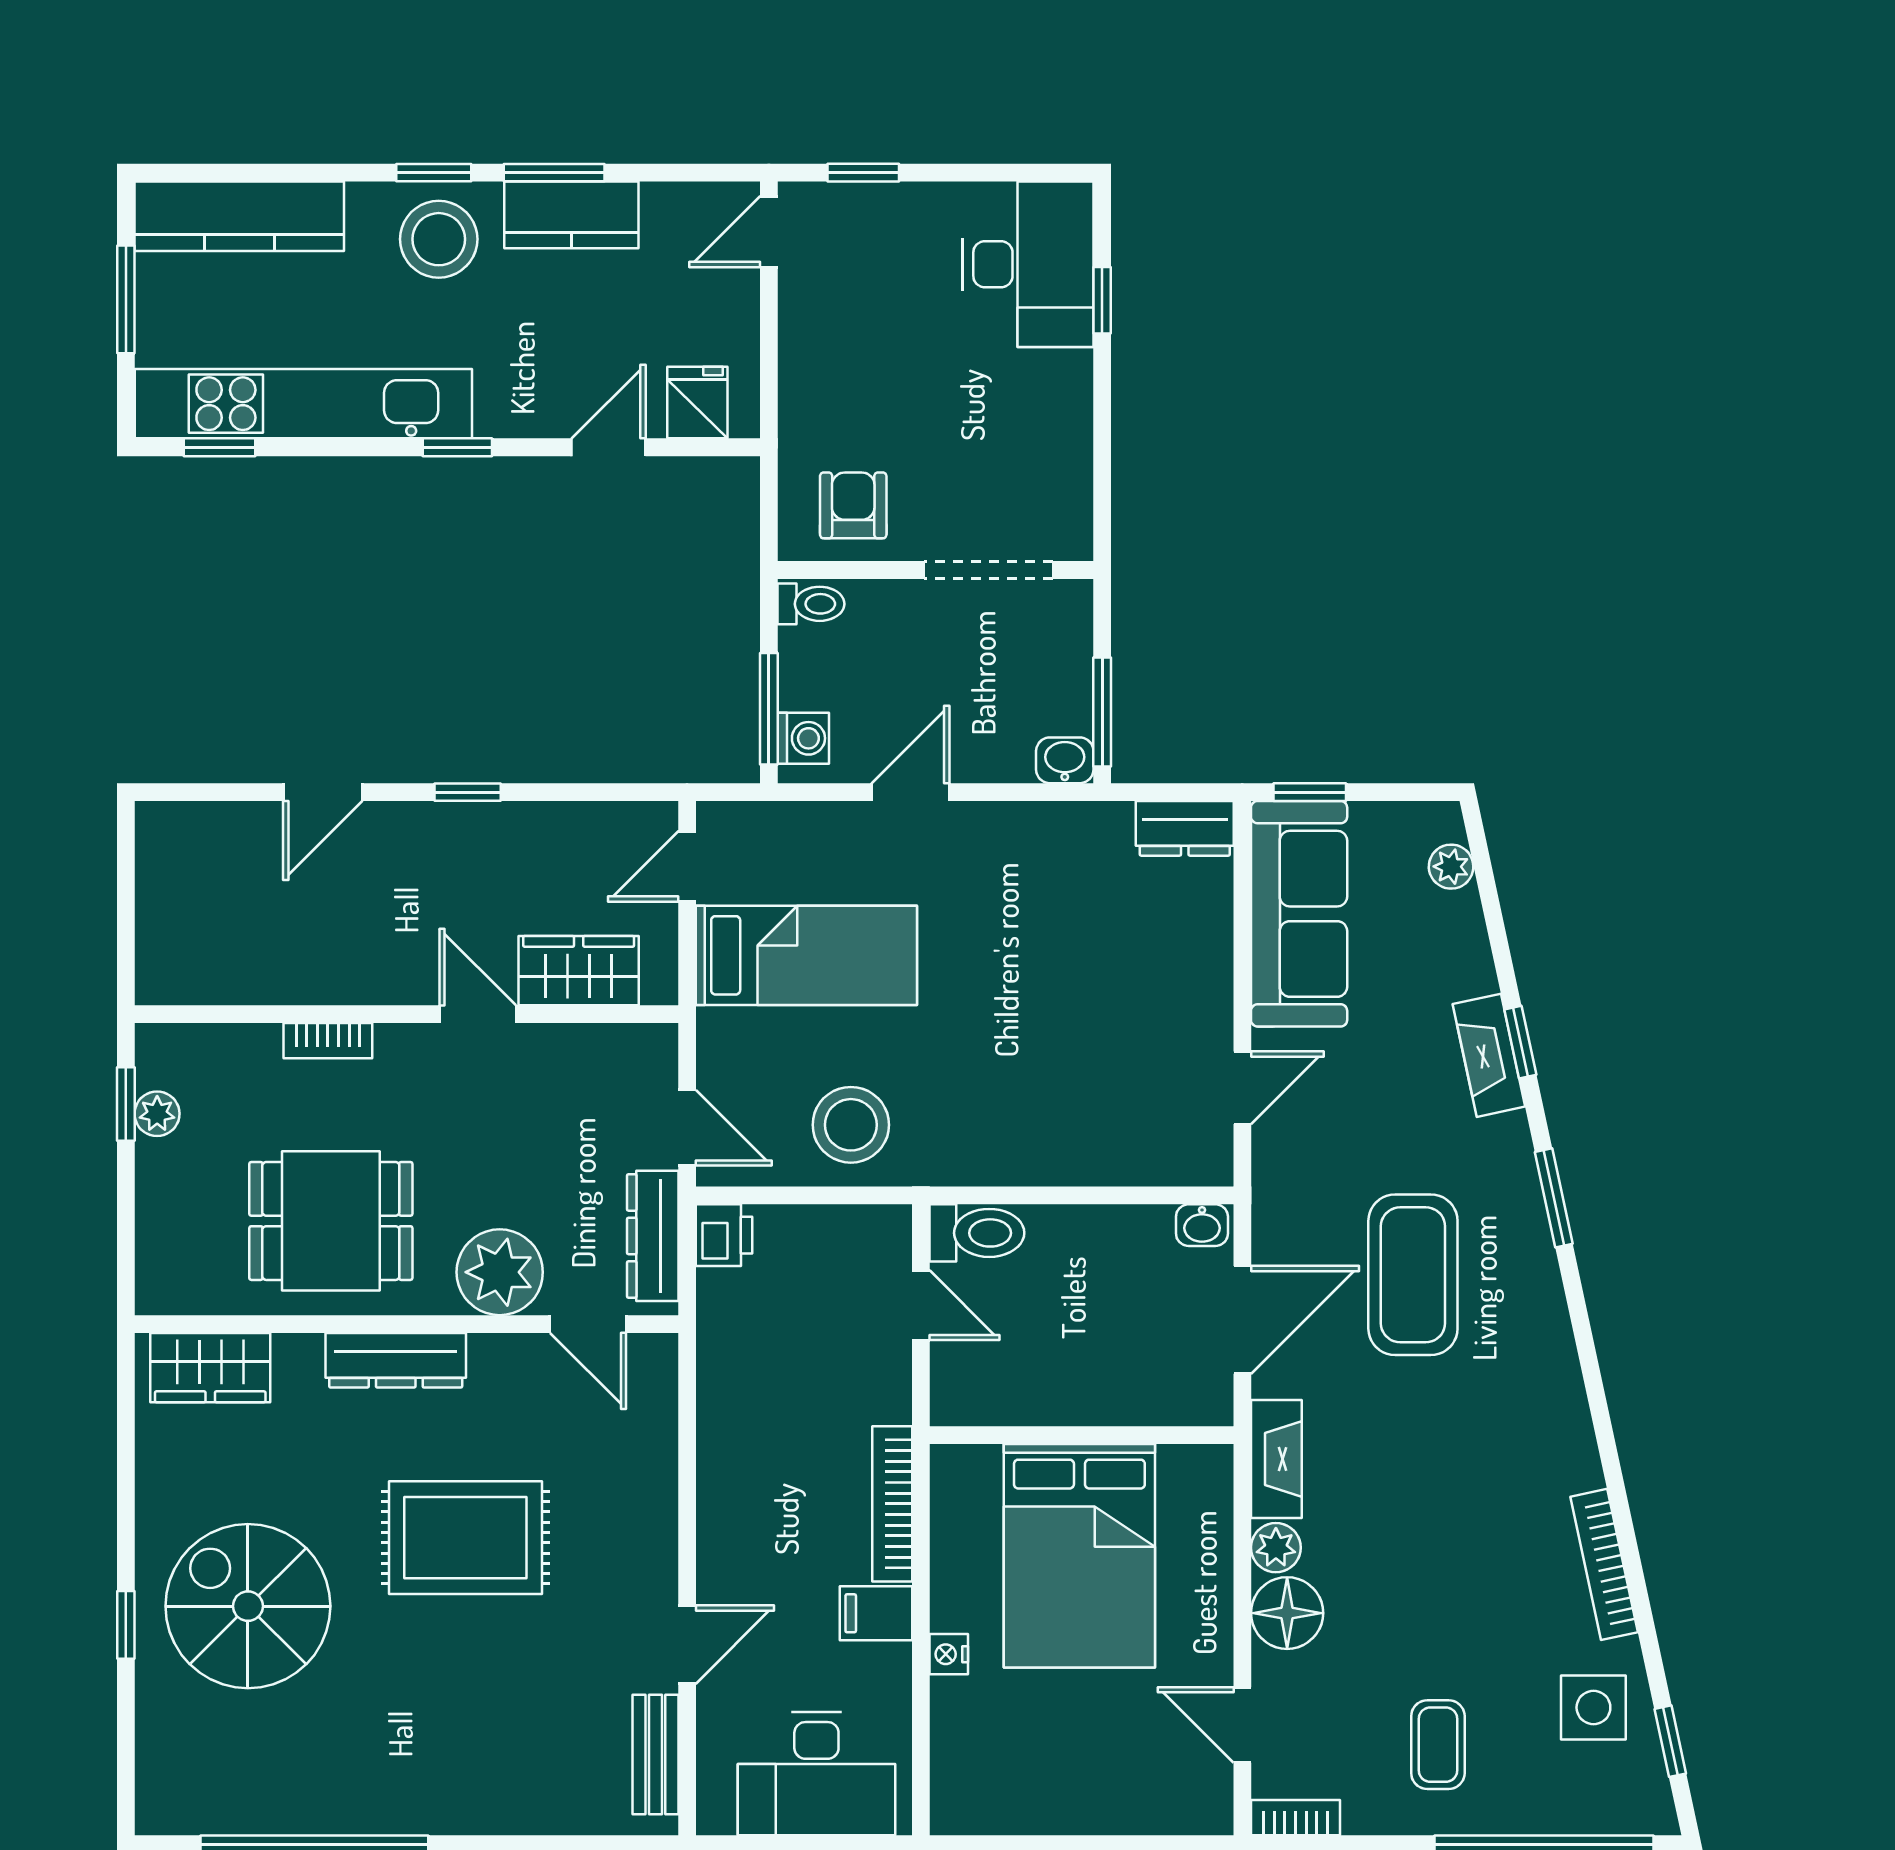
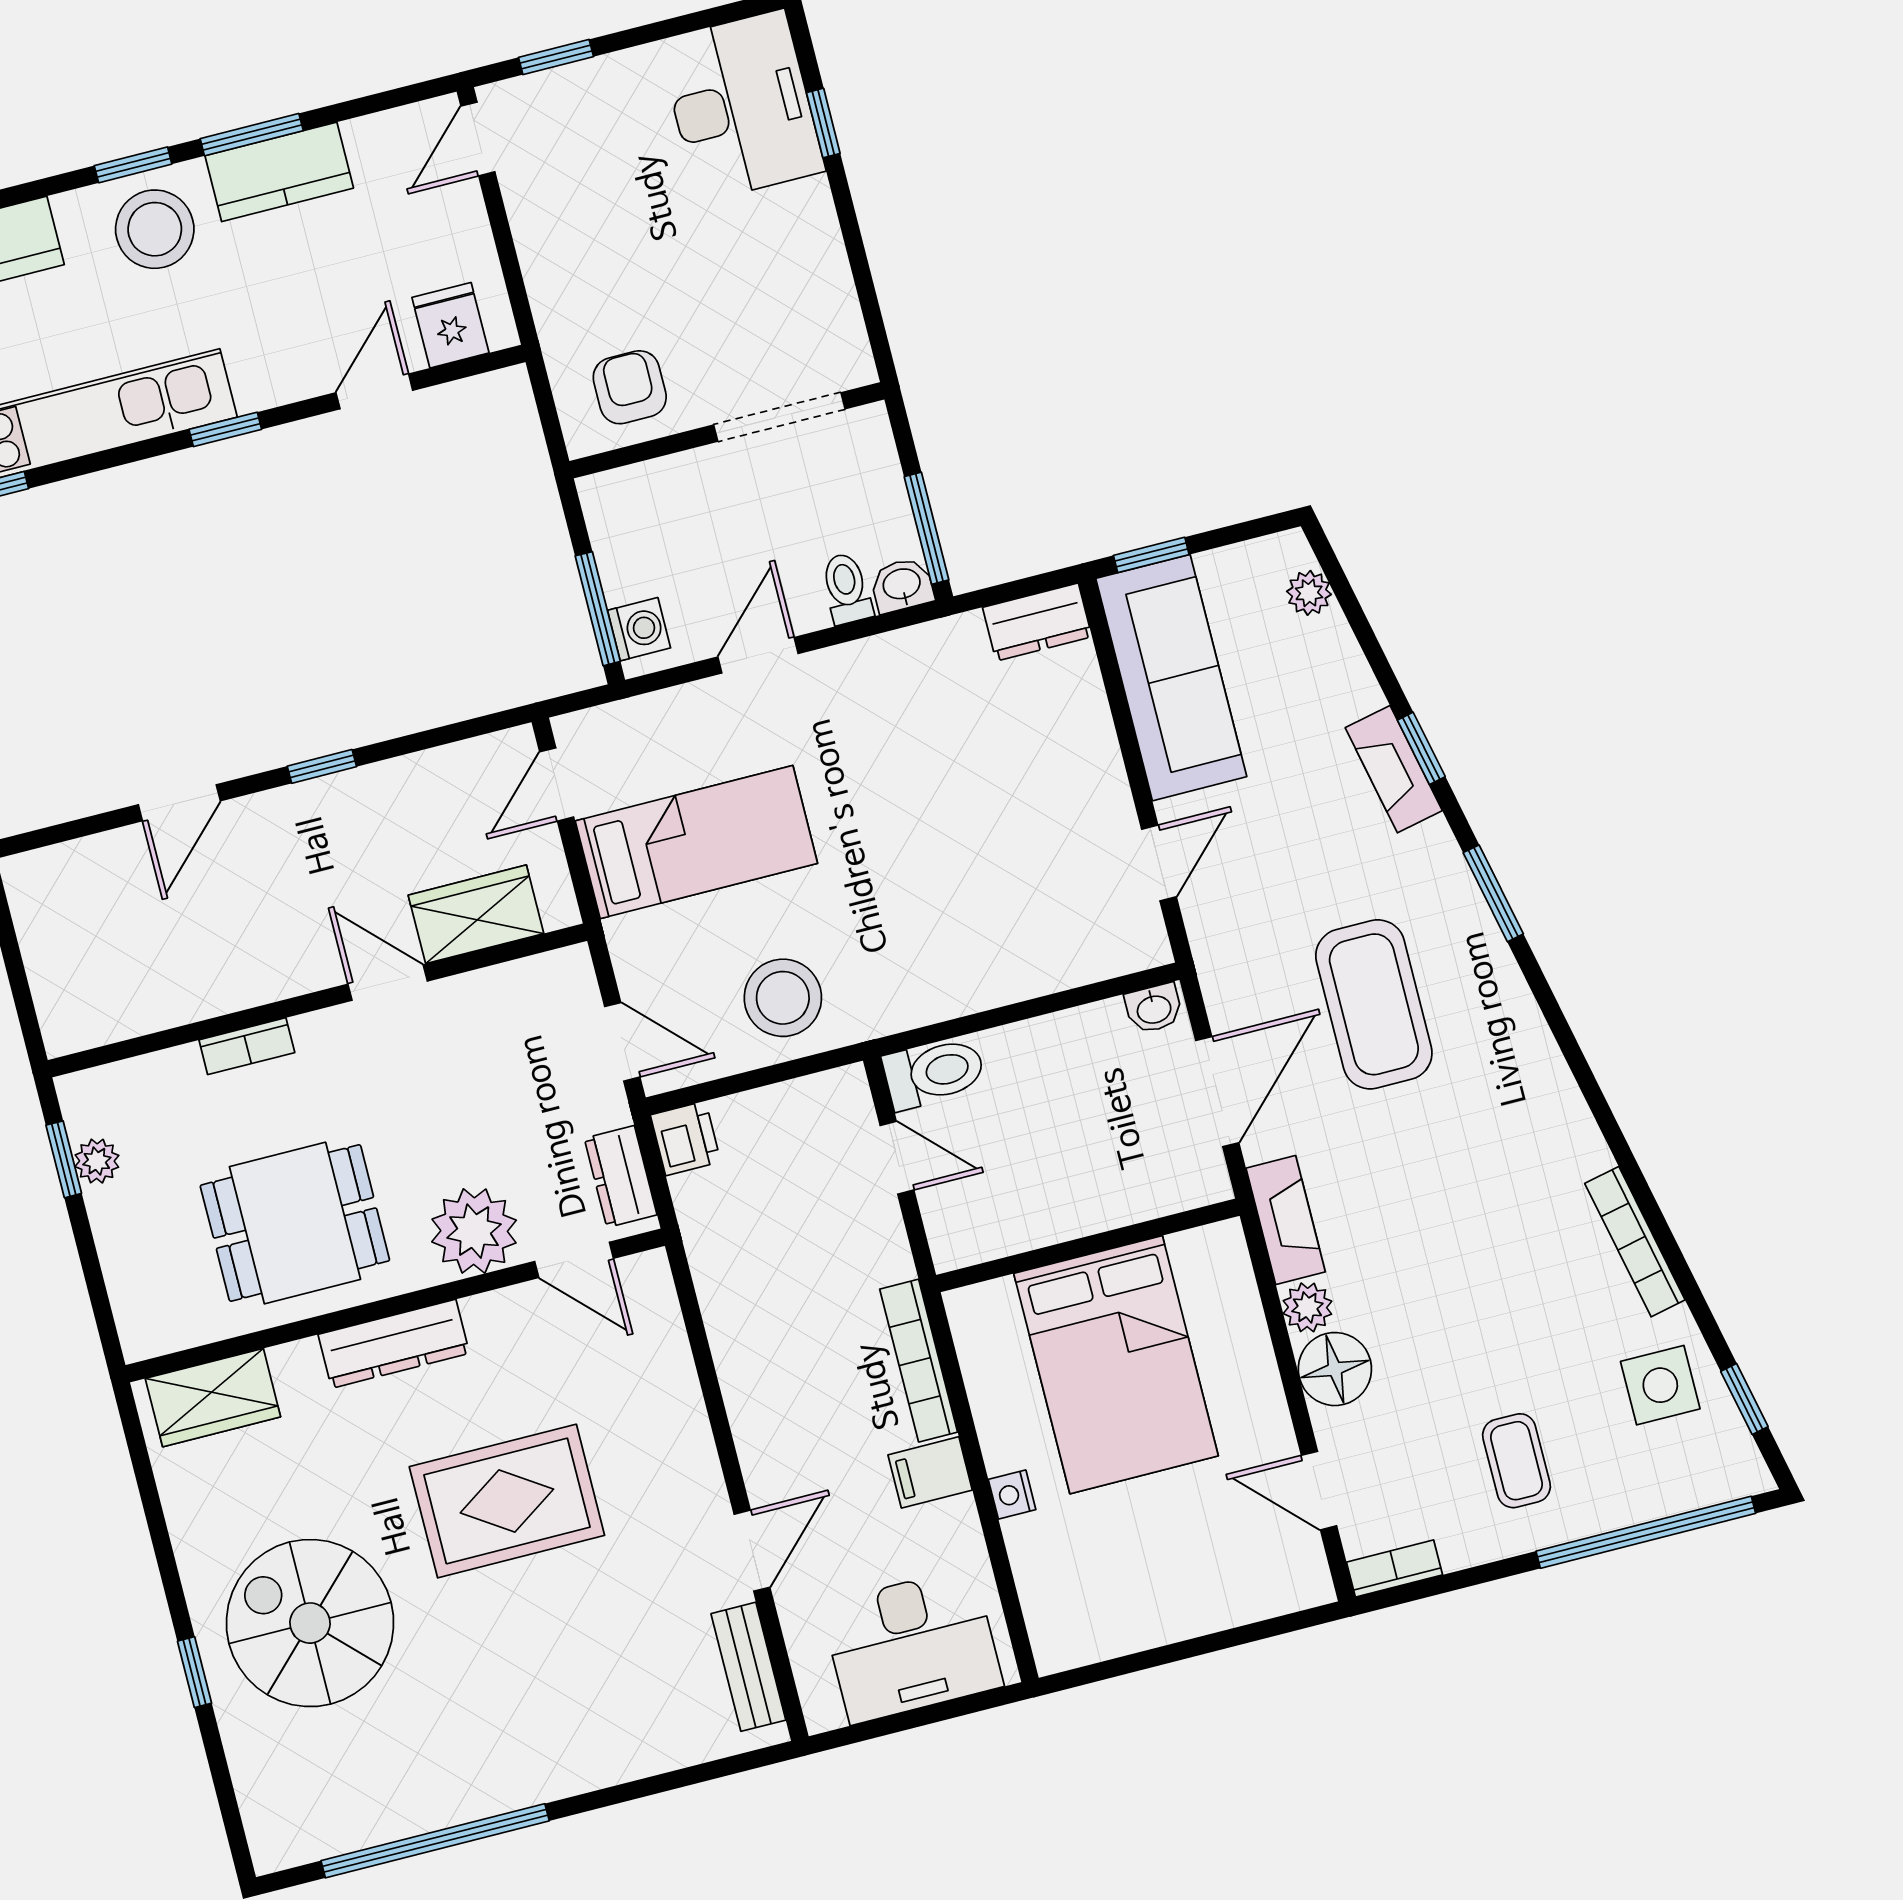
toilet: (811, 604) -> (847, 589), moved, turned -90
dresser: (653, 1236) -> (621, 1177), width x0.70

